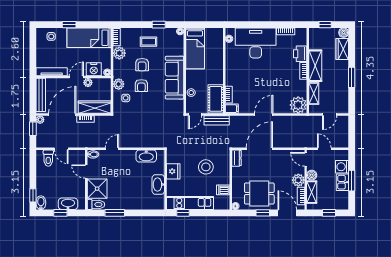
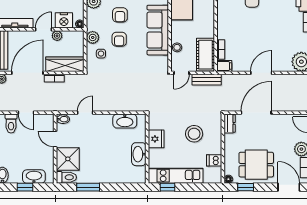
window: (263, 213) -> (246, 187), moved

